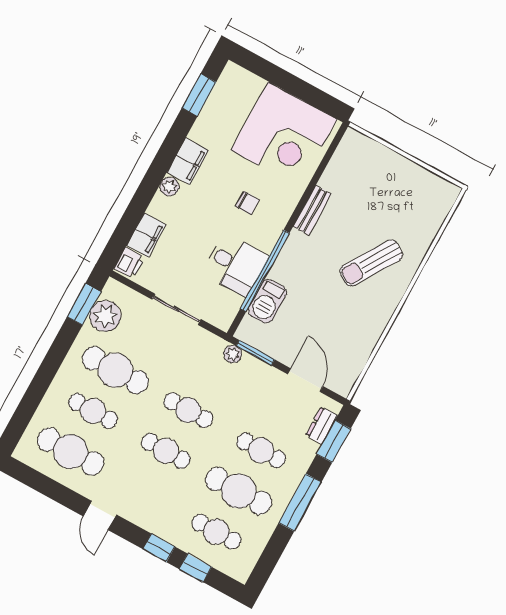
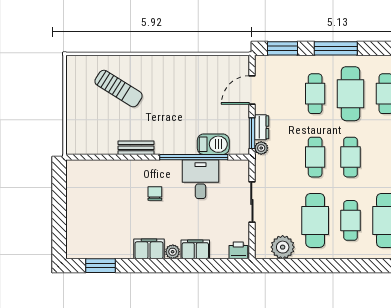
corner desk: (284, 135) -> (96, 194), removed
filing cabinet: (146, 235) -> (195, 249), moved
sun lounger: (371, 263) -> (119, 89), moved
window: (84, 304) -> (283, 266), removed
dresser: (322, 425) -> (262, 127), moved, turned -90

